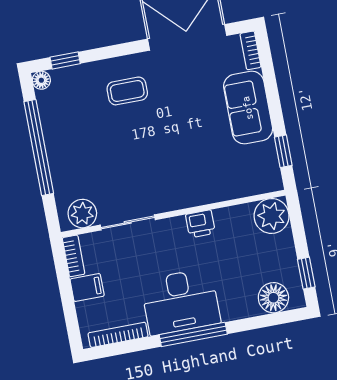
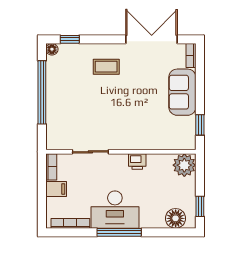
plant: (82, 214) -> (62, 141), removed

